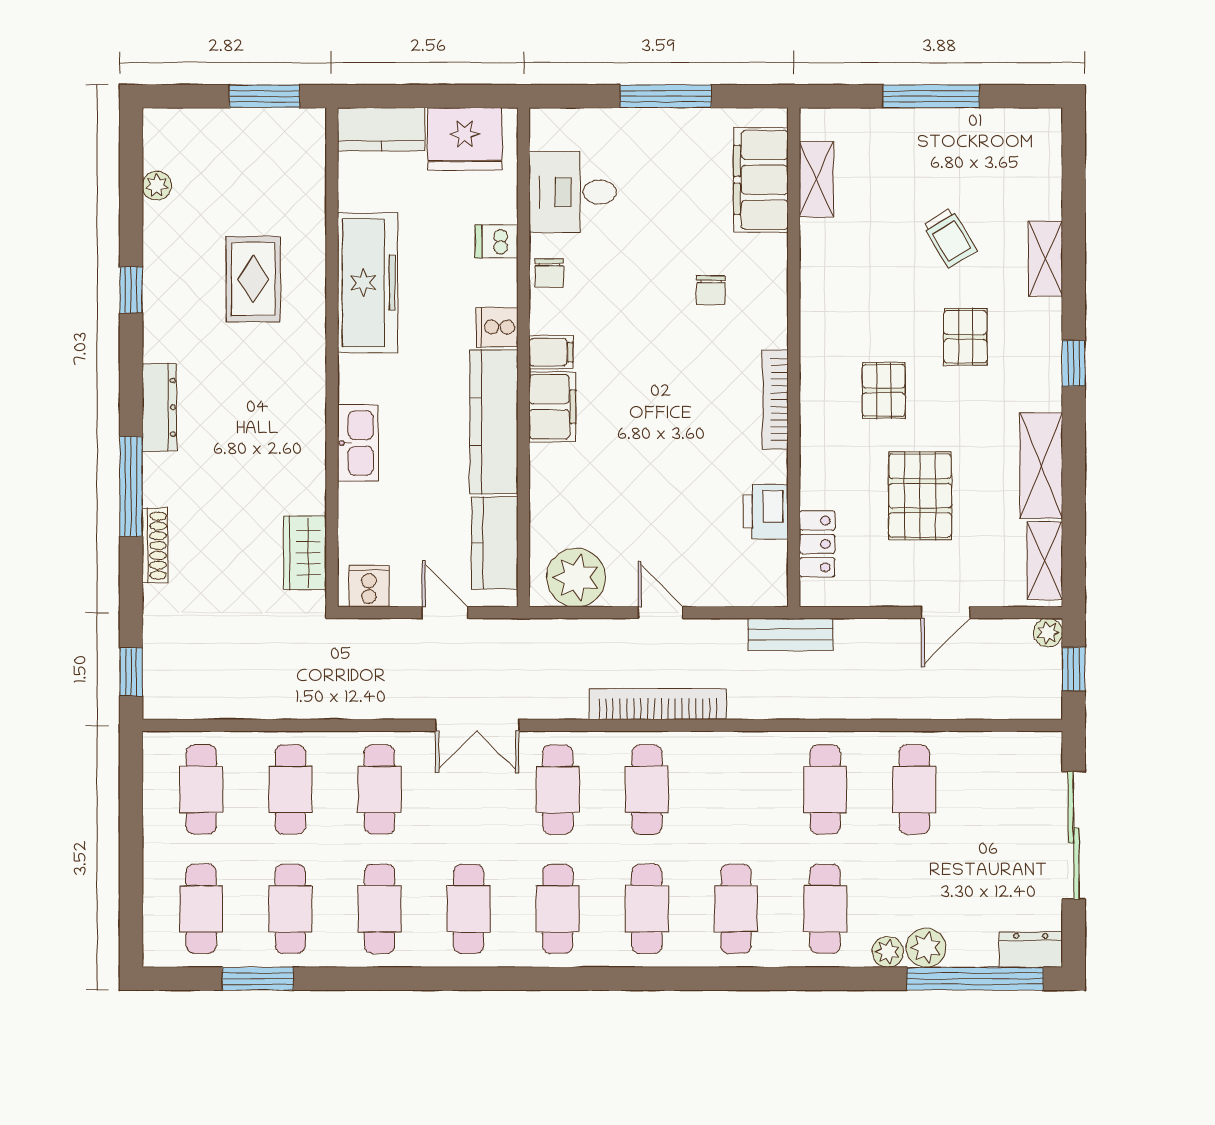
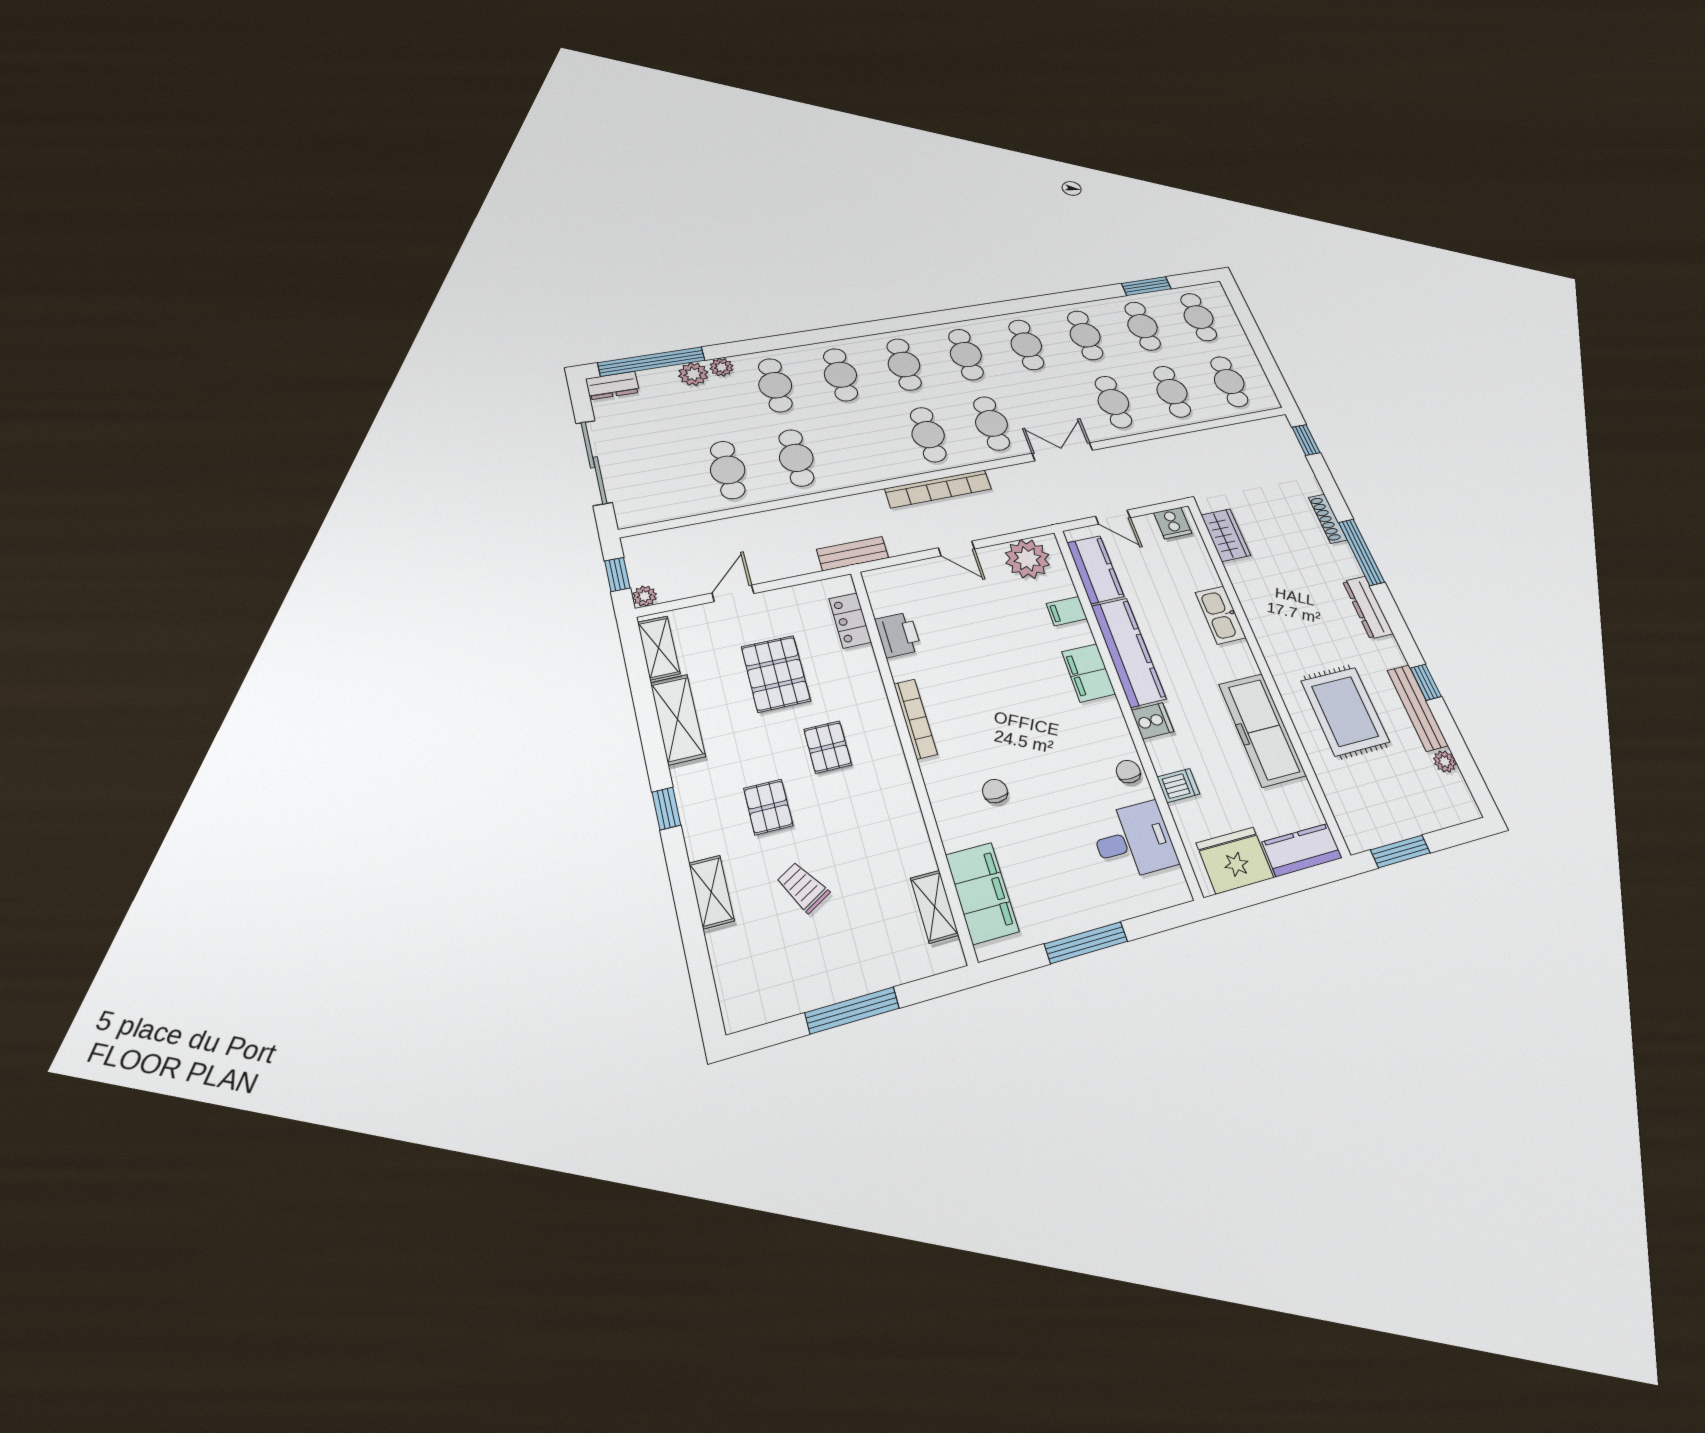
bench: (158, 260) -> (1417, 708), added
rug: (253, 279) -> (1345, 711), width x1.36, depth x1.43
filing cabinet: (551, 352) -> (1067, 611), moved

